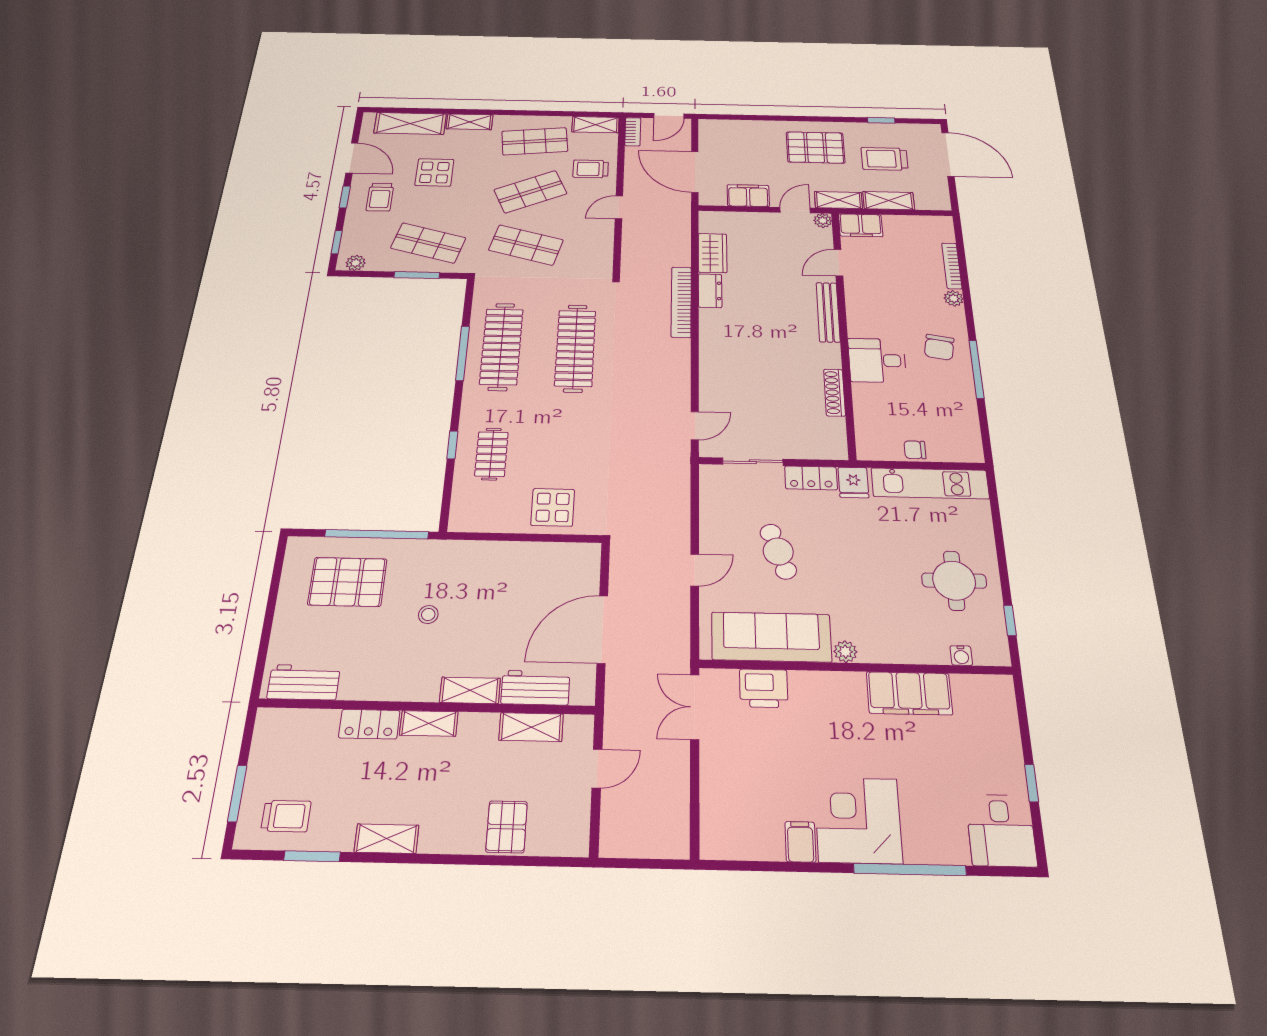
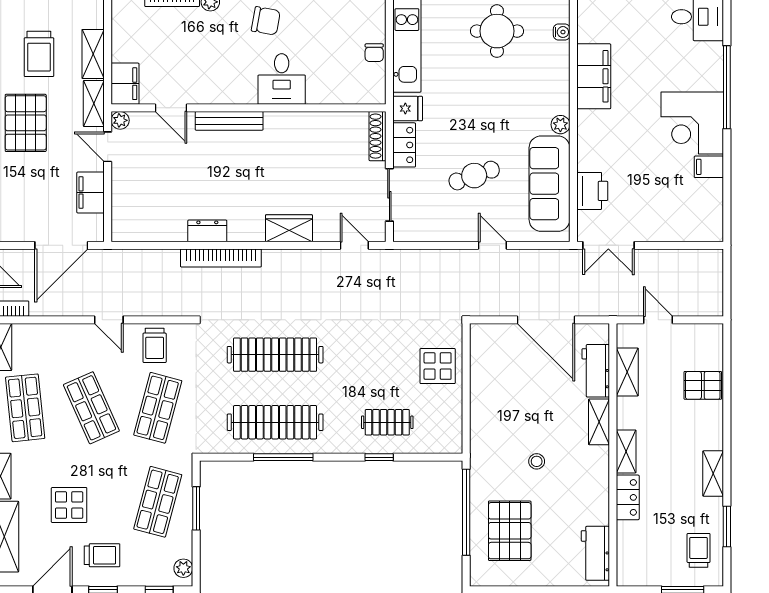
trolley: (591, 169) -> (155, 345), moved
wardrobe: (713, 253) -> (289, 228), moved
shoe rack: (834, 393) -> (378, 136), moved, turned 90

